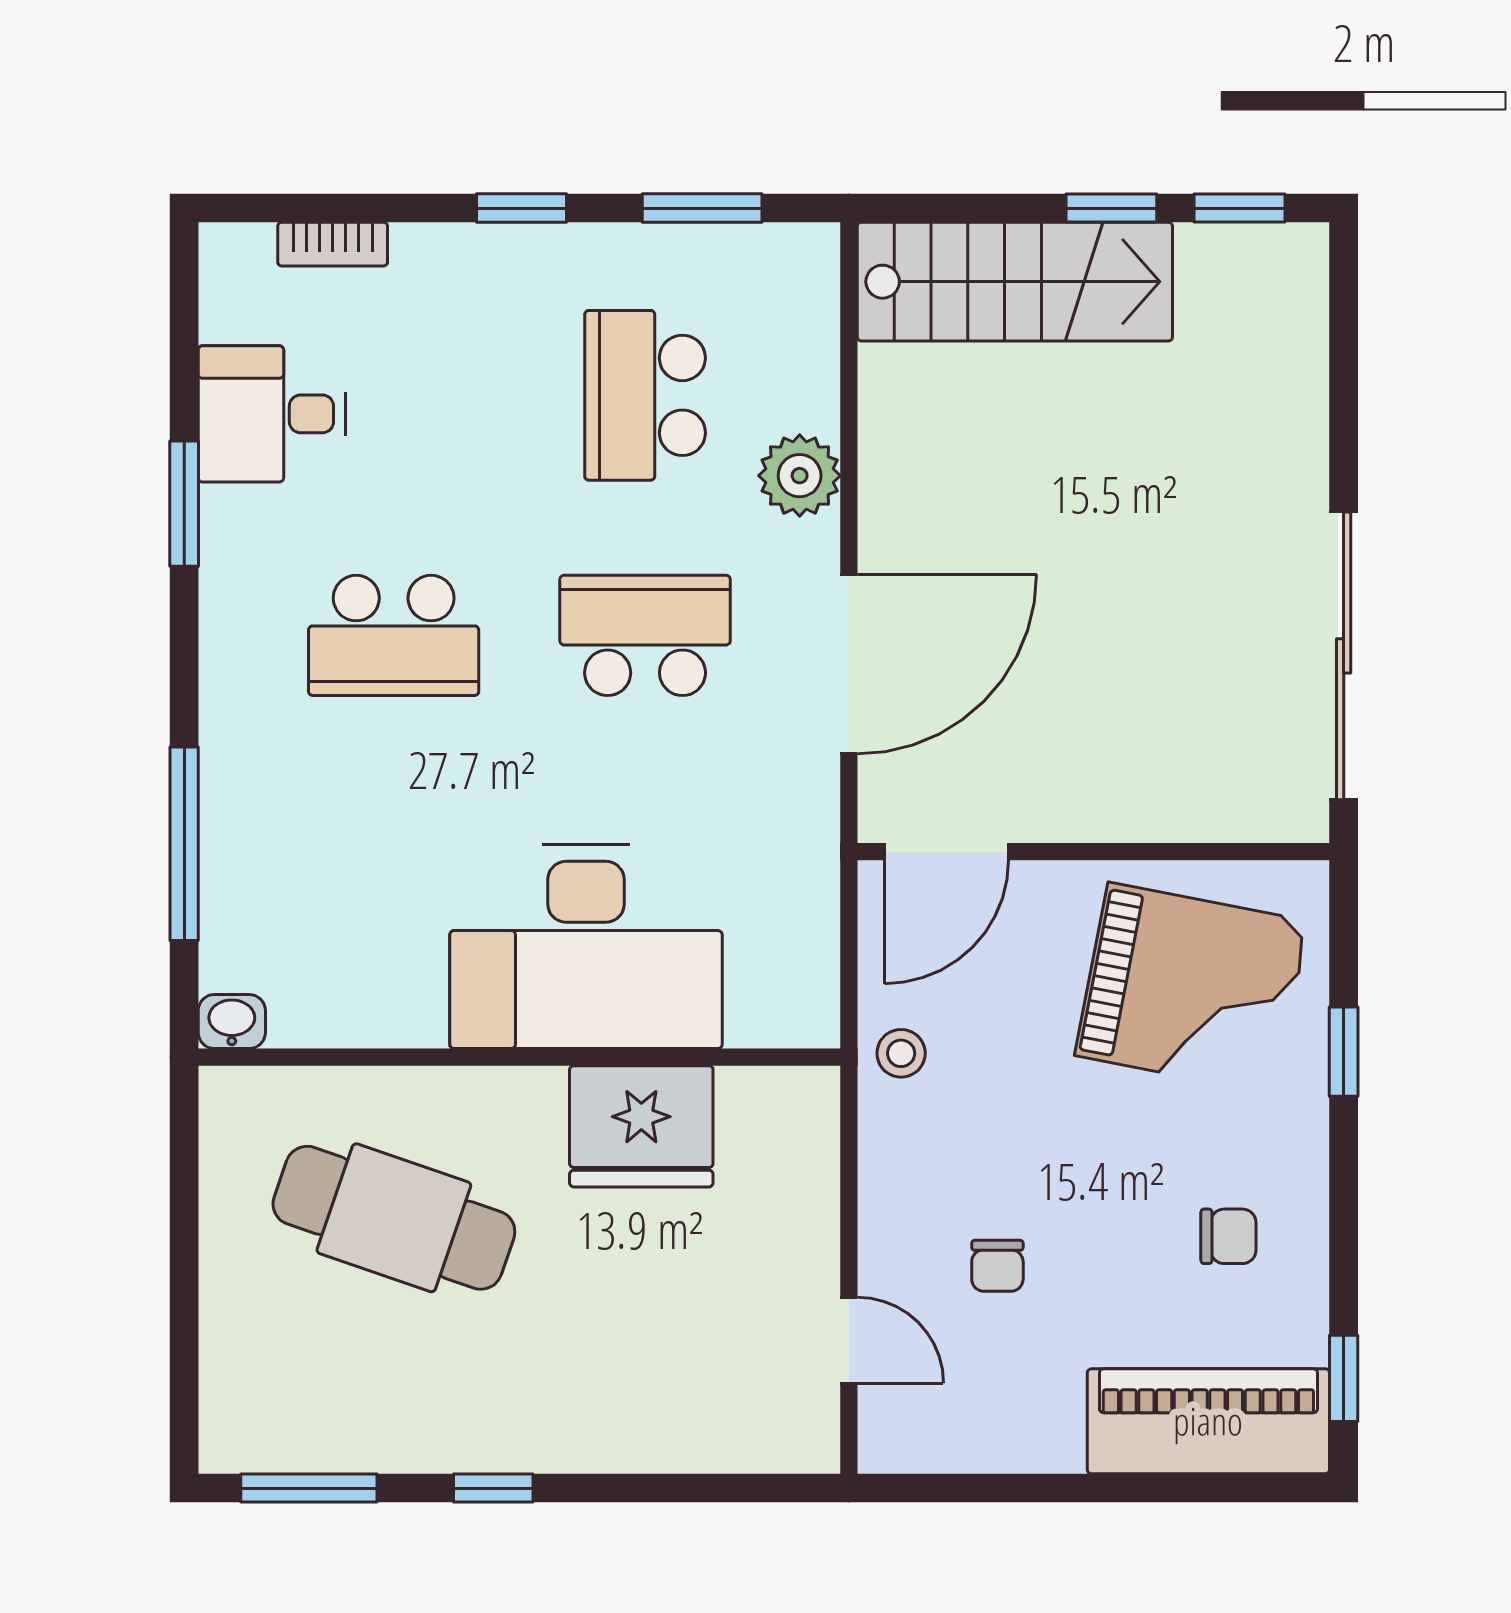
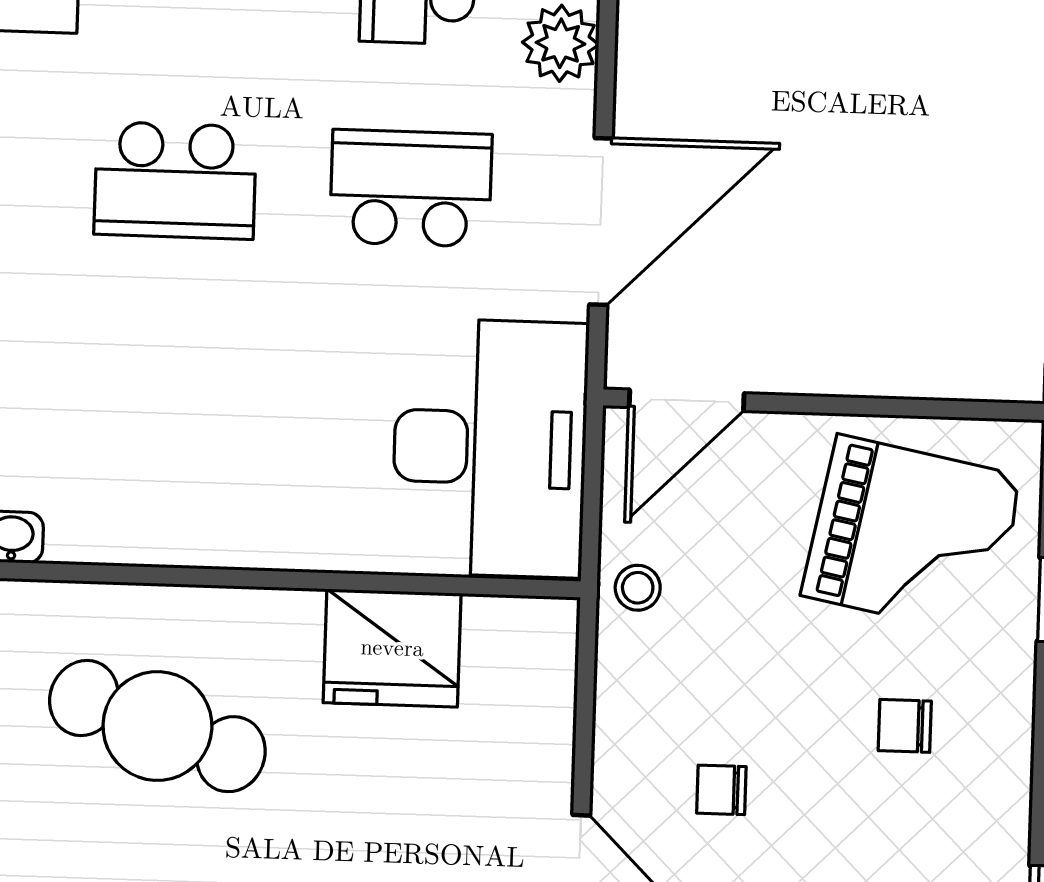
desk: (586, 947) -> (490, 448), moved, turned -90
chair: (1228, 1236) -> (905, 726), moved, turned 180
chair: (997, 1266) -> (721, 790), turned 90

